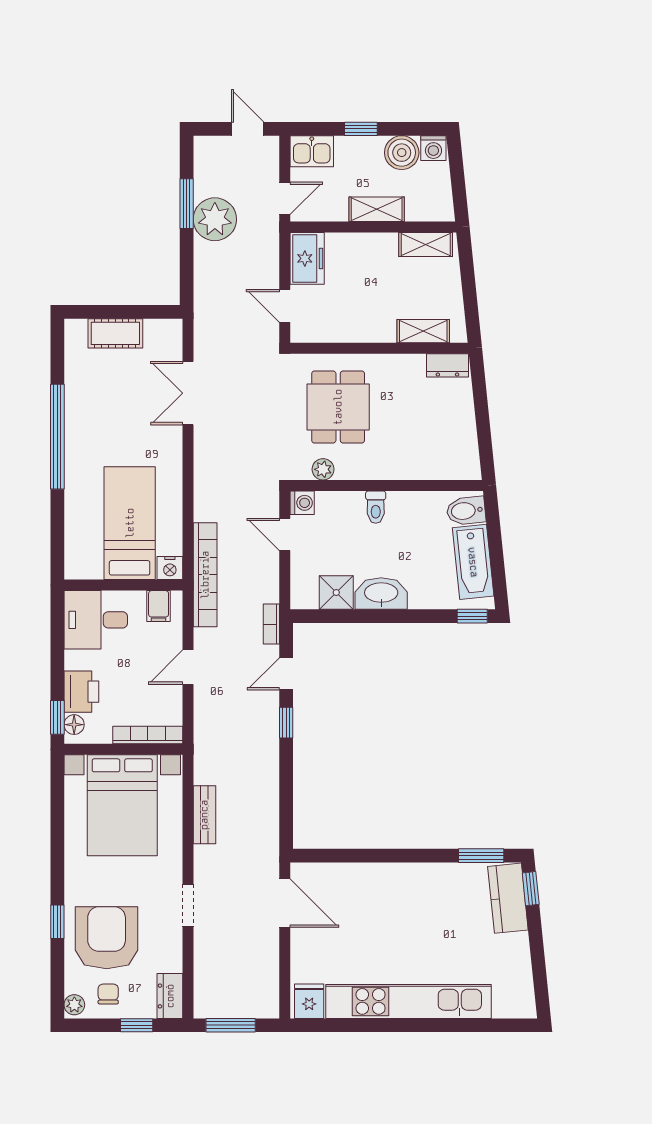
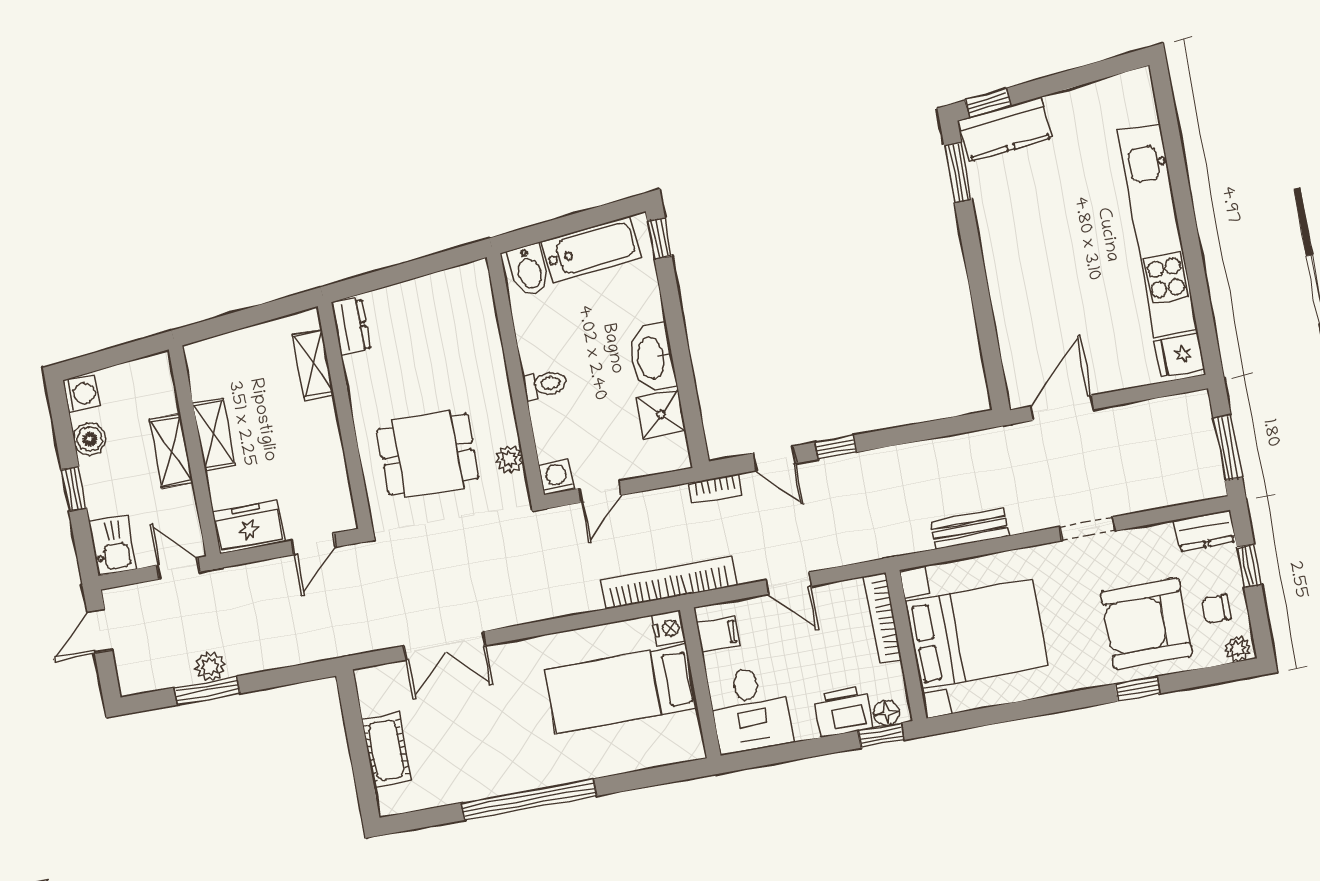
boiler: (402, 153) -> (90, 439), width x0.73, depth x0.73
plant: (215, 219) -> (210, 666), width x0.53, depth x0.53
shelving: (426, 244) -> (214, 434), moved

